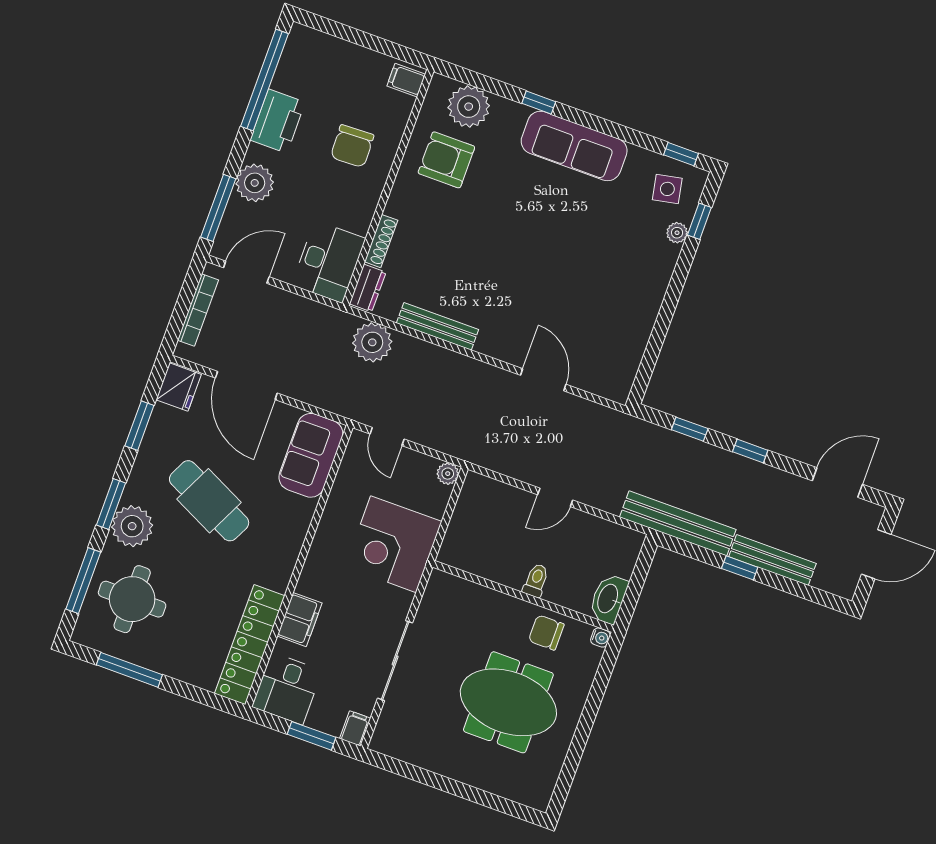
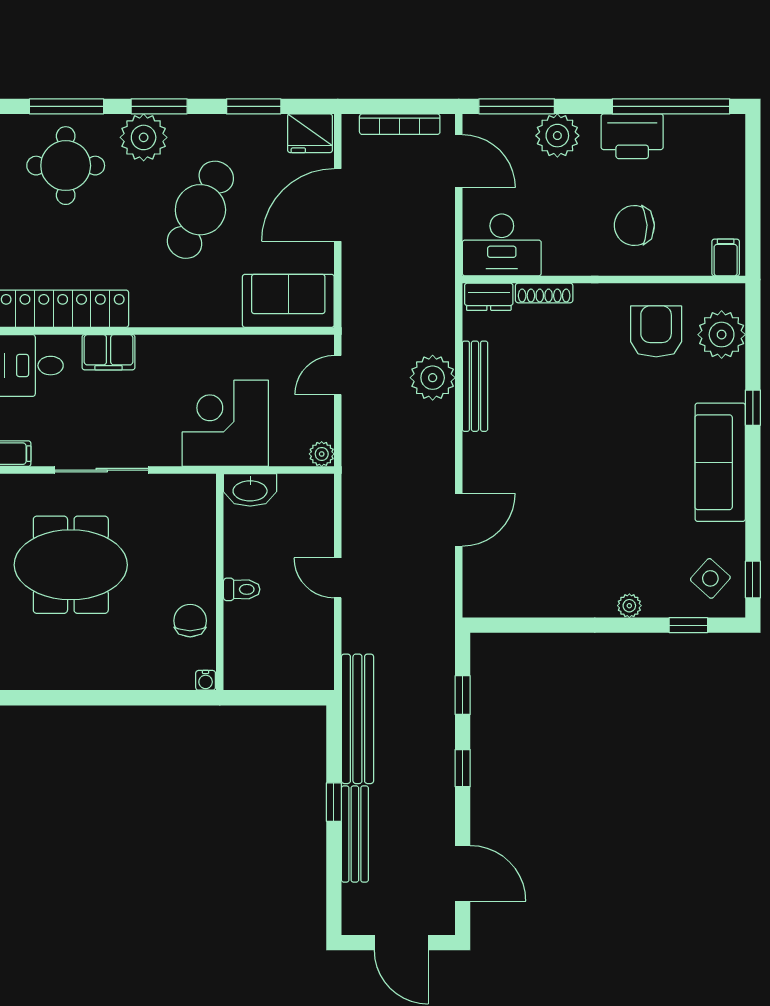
side table: (667, 189) -> (710, 578), turned -37
plant: (677, 233) -> (629, 606), moved
plant: (372, 342) -> (433, 378), moved
washbasin: (608, 599) -> (250, 490), moved, turned 180
meeting table: (508, 702) -> (71, 565), moved, turned 90

